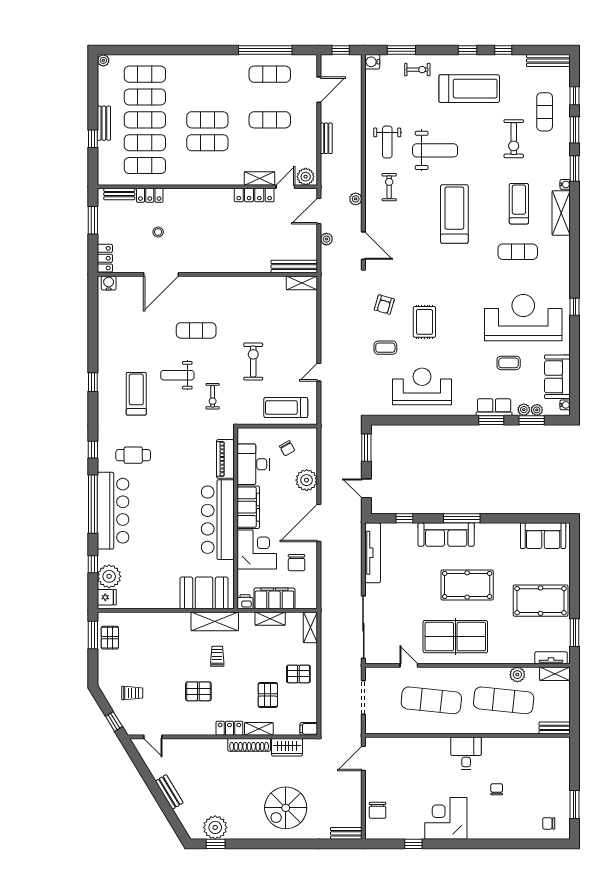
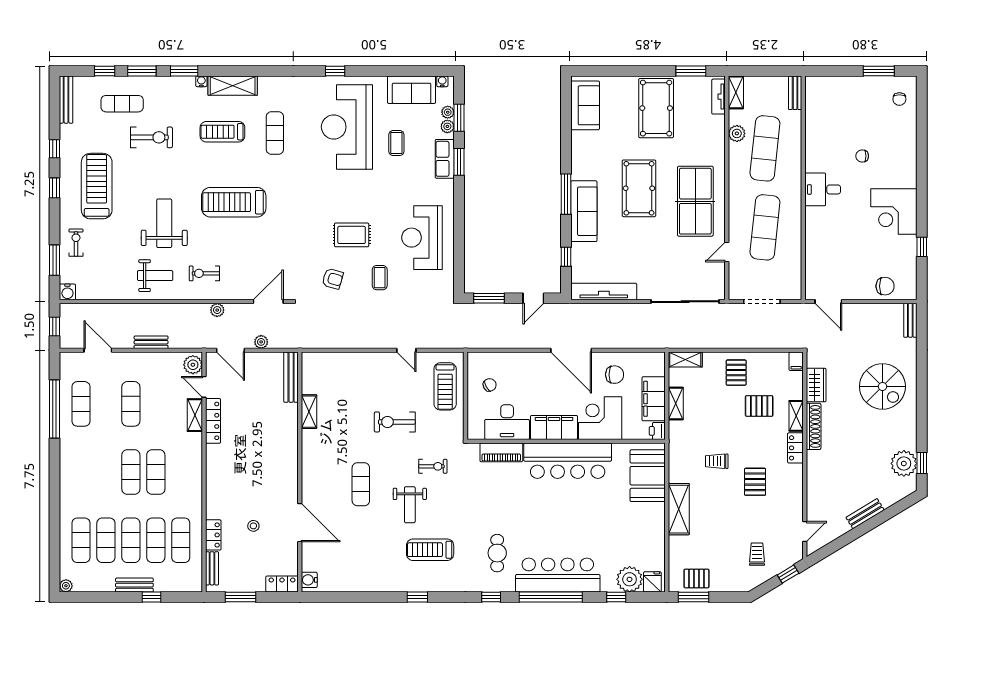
shelving: (302, 283) -> (309, 412), moved
plant: (307, 480) -> (524, 364), removed
shelving: (215, 621) -> (679, 509), moved

